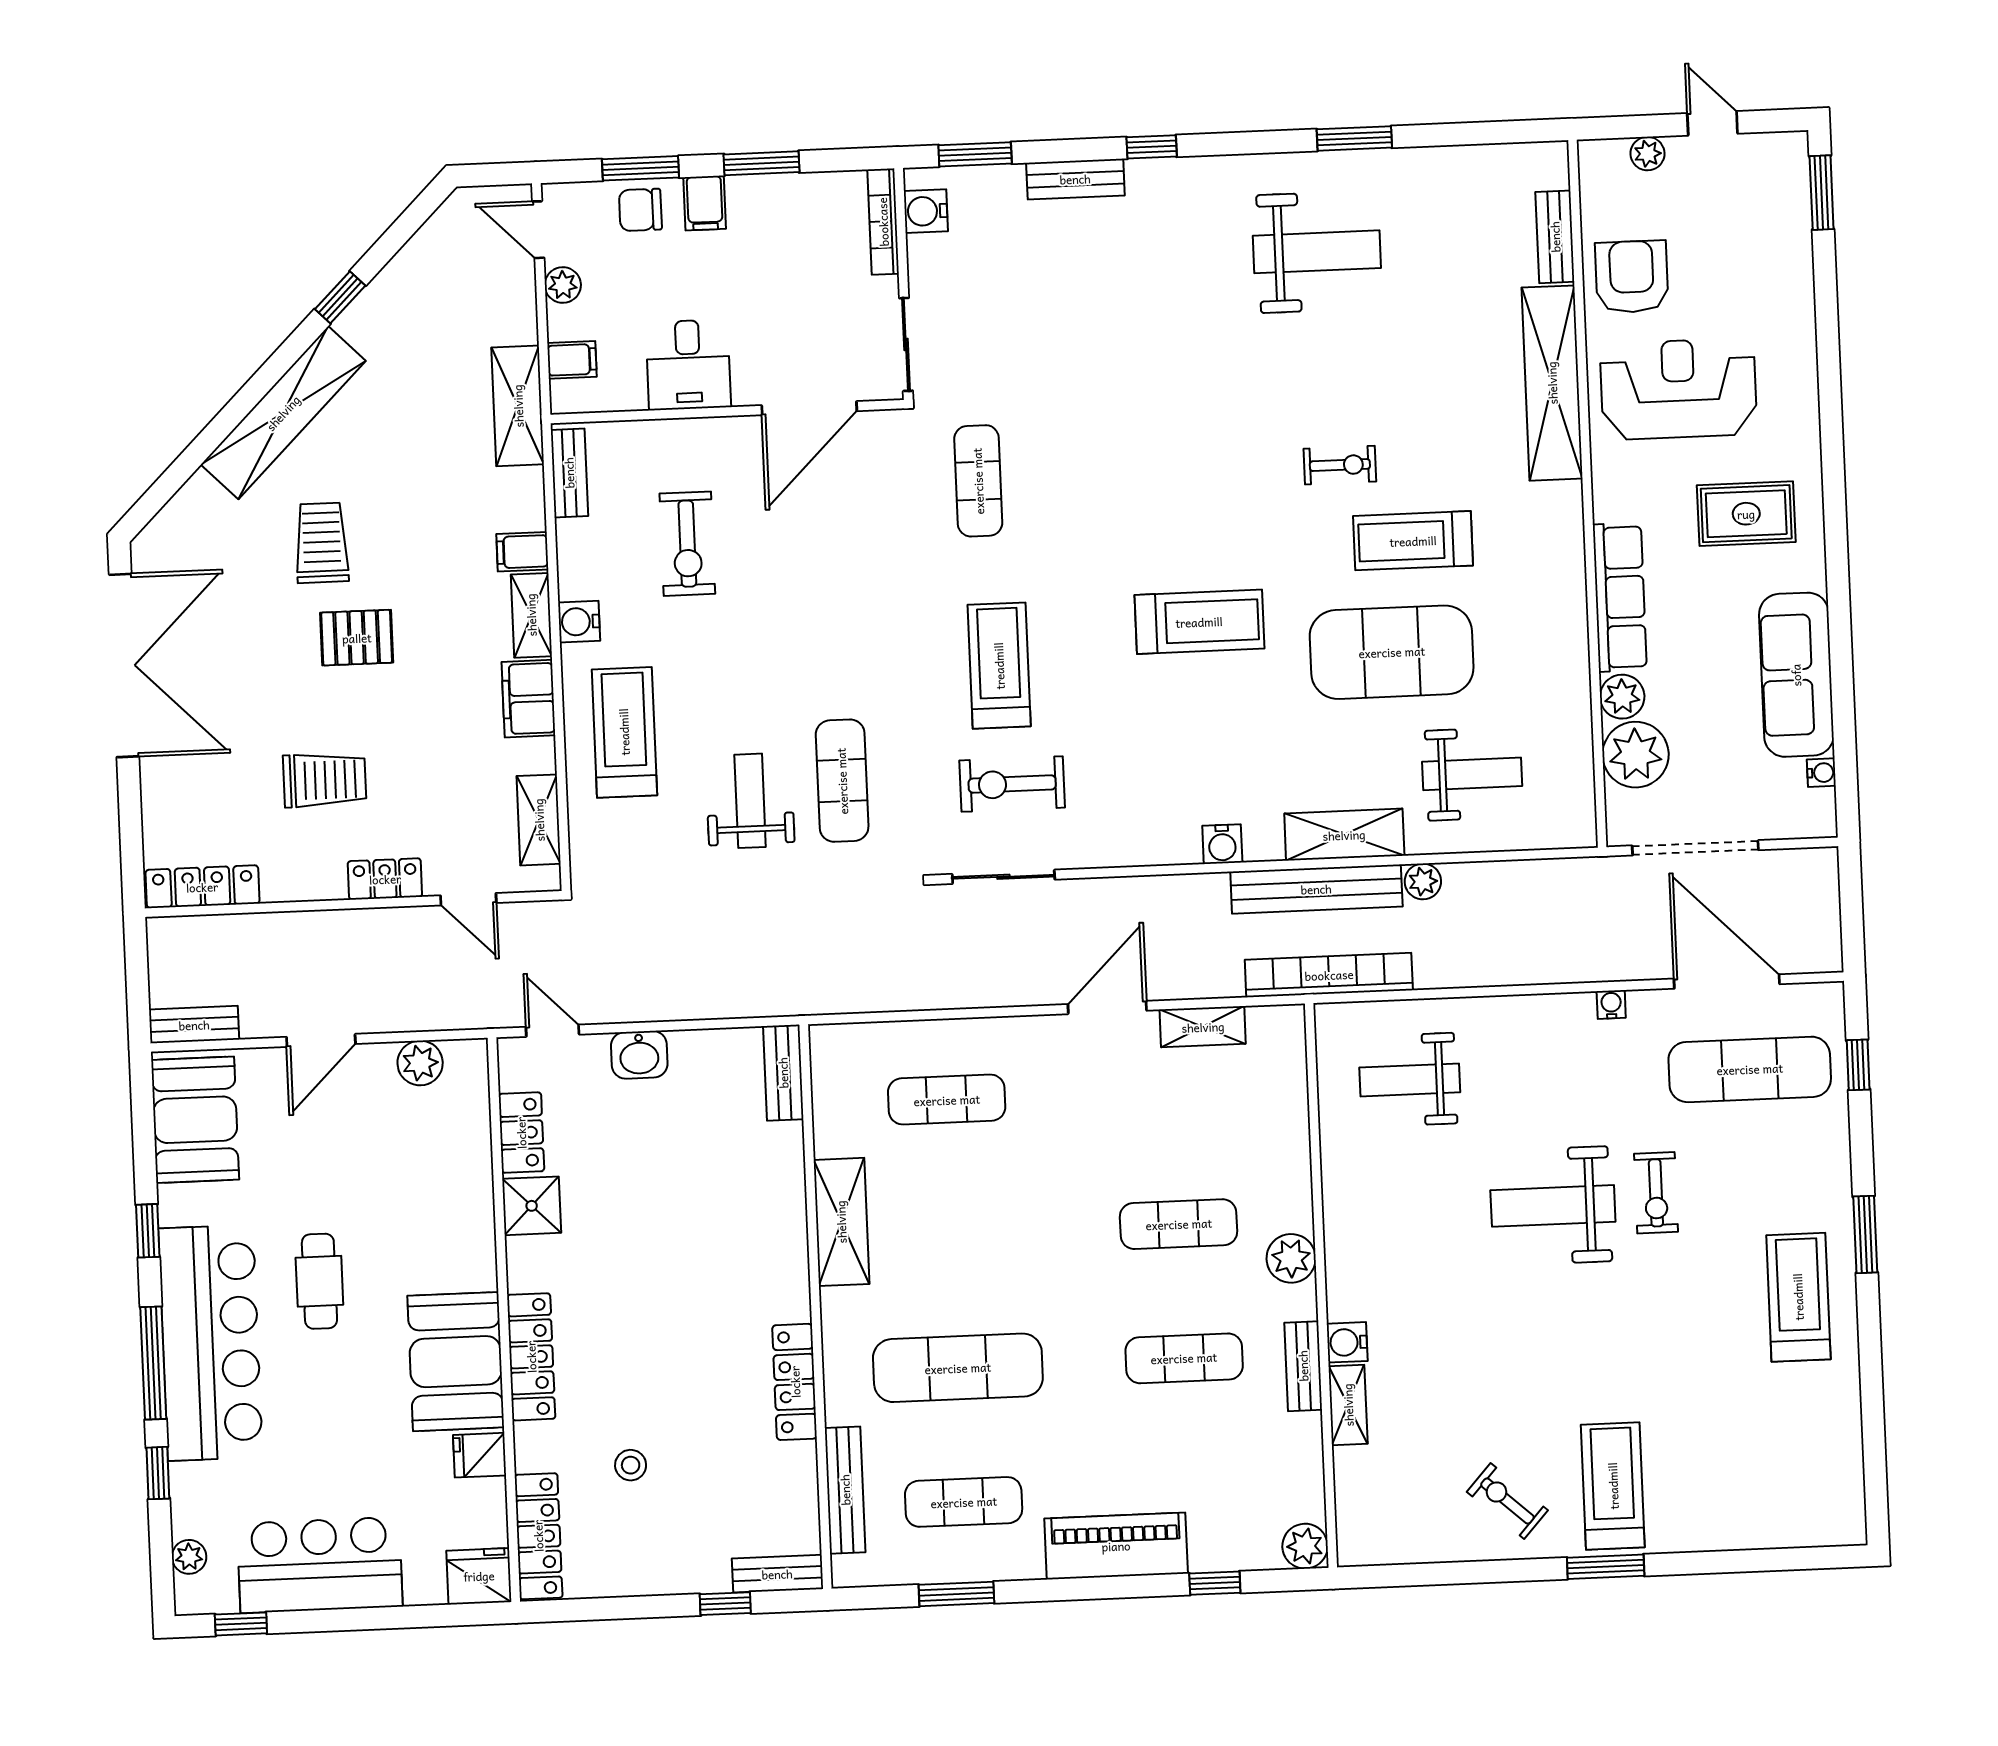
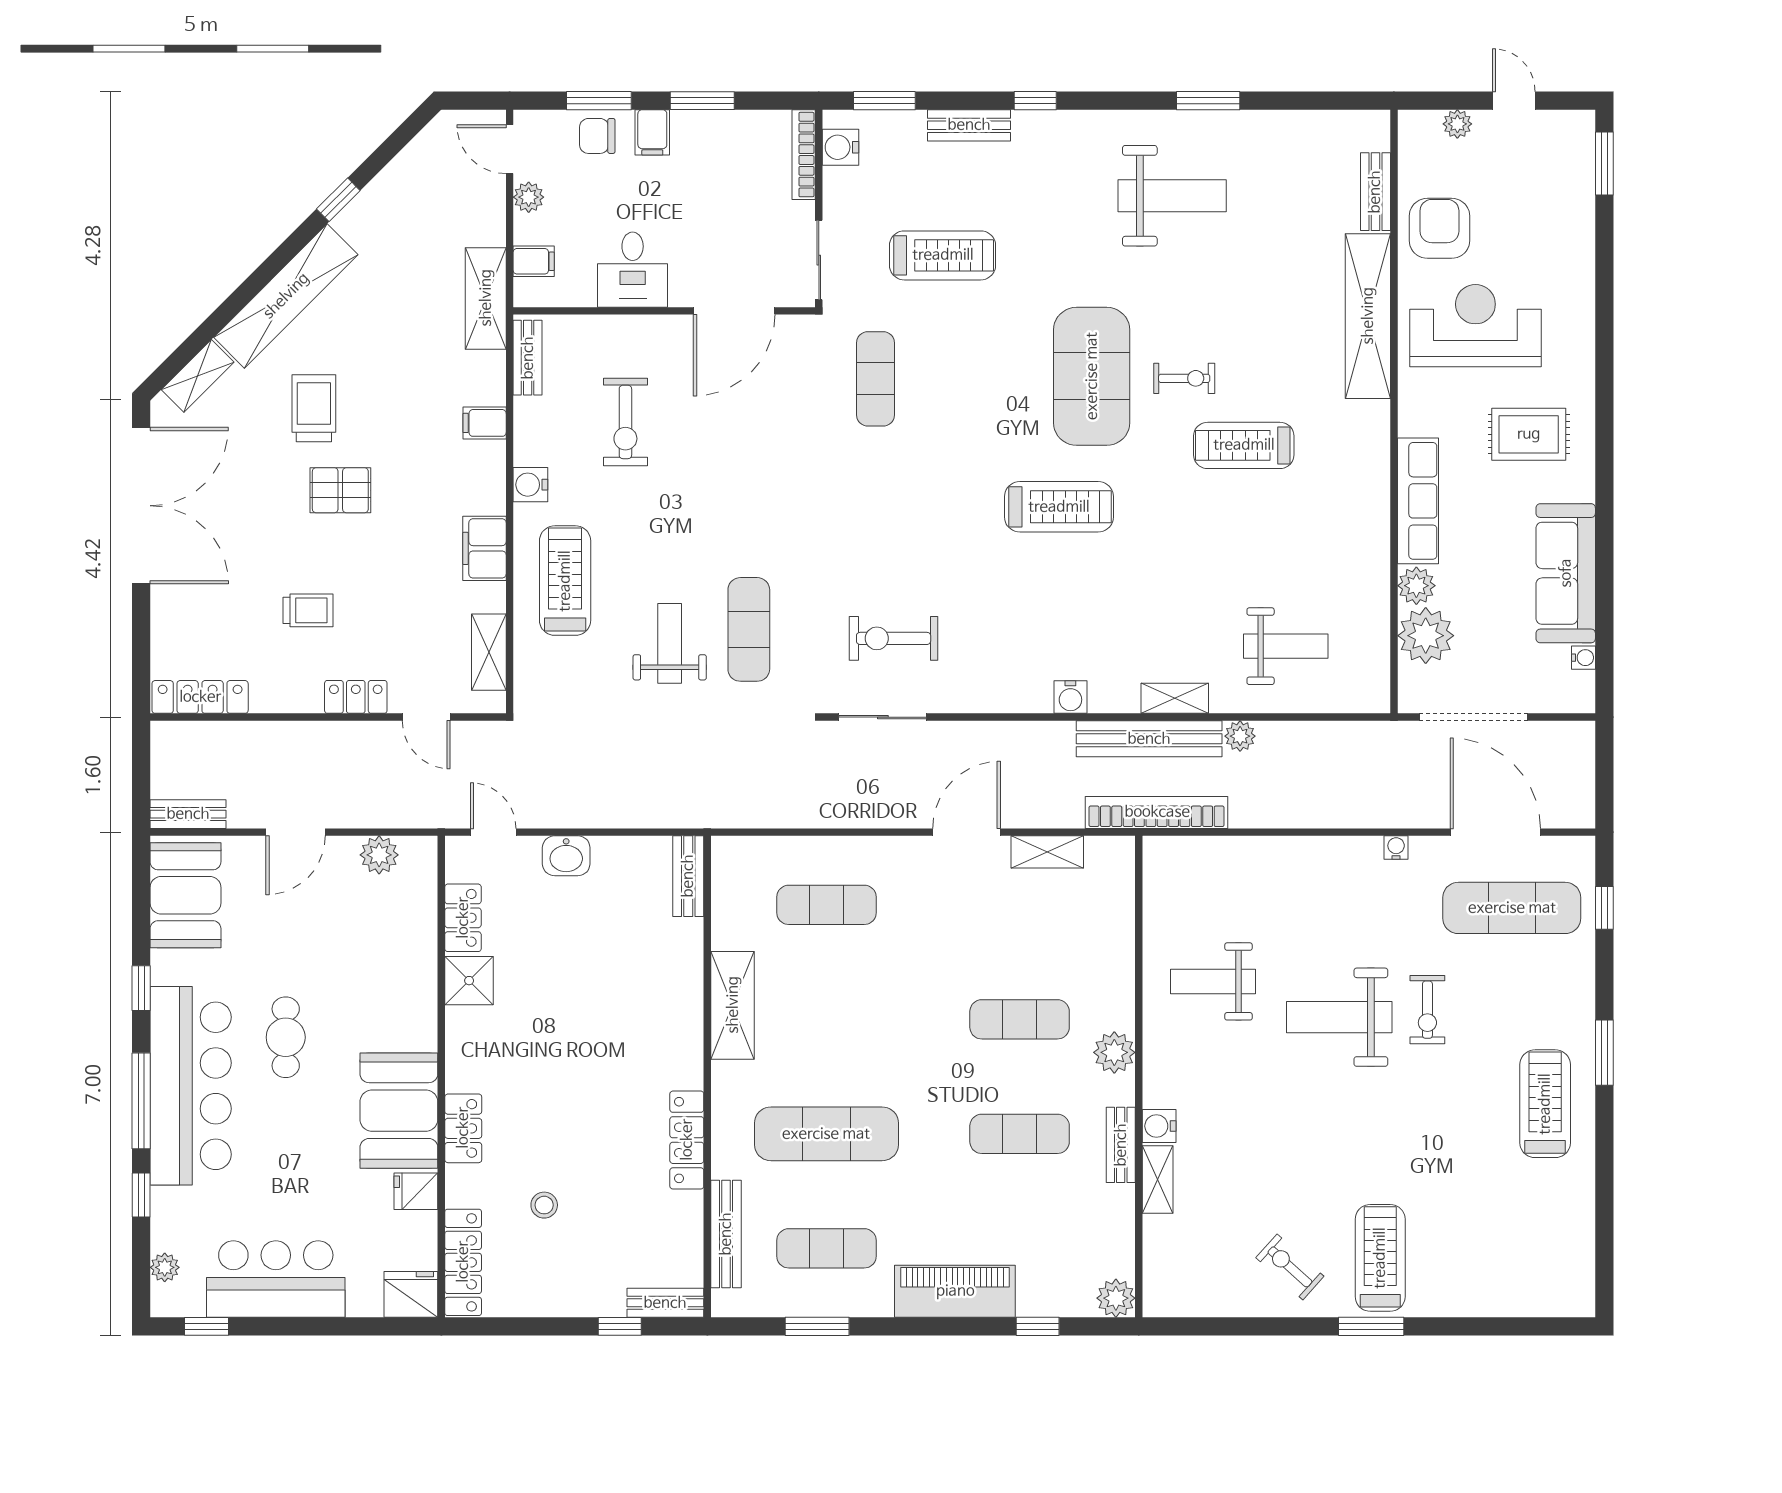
shelving: (531, 615) -> (198, 376), moved, turned 45
exercise mat: (1392, 652) -> (1092, 376), moved, turned 90
treadmill: (999, 666) -> (943, 255), moved, turned 90
trolley: (325, 780) -> (308, 610), width x0.73, depth x0.72
shelving: (1344, 835) -> (1175, 698), width x0.67, depth x0.75
weight bench: (1410, 1080) -> (1213, 981), moved
locker: (531, 1357) -> (463, 1128), width x0.66

